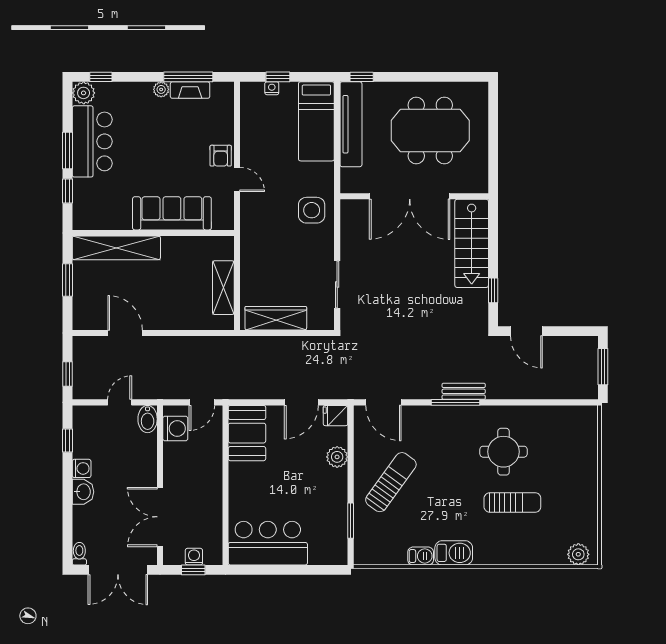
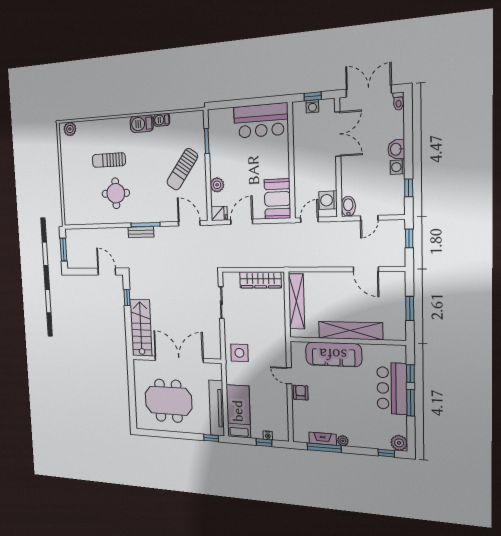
bar counter: (92, 141) -> (392, 388), moved
shelving: (116, 248) -> (350, 331), moved
shelving: (223, 288) -> (296, 301), width x1.47

